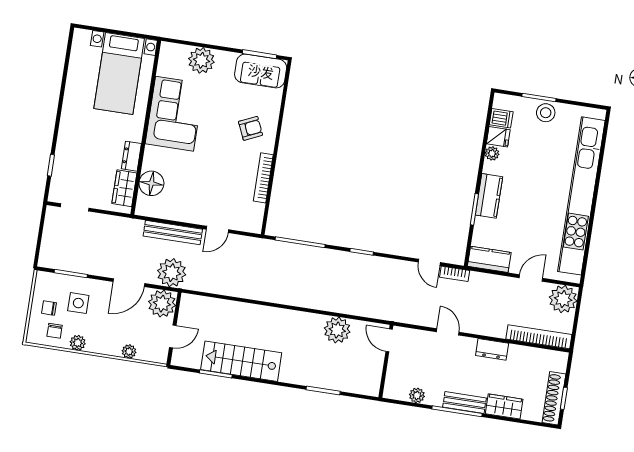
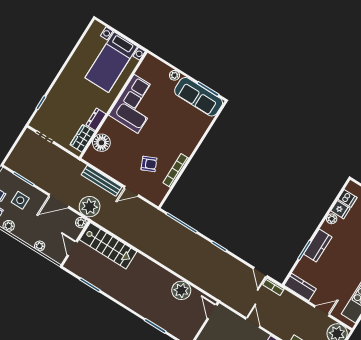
plant: (201, 60) -> (174, 75), width x0.53, depth x0.53
sofa: (261, 71) -> (199, 97), width x1.36
armchair: (251, 128) -> (149, 164), moved
plant: (162, 304) -> (81, 223), width x0.53, depth x0.53
door: (173, 336) -> (72, 248), swing flipped
stairs: (241, 361) -> (108, 246), moved, turned 180

